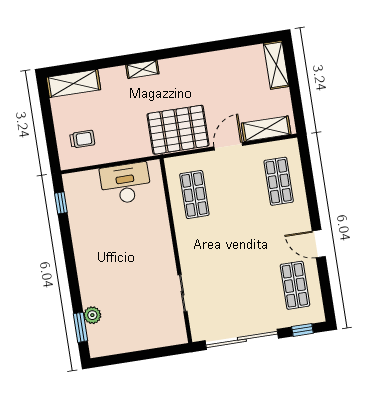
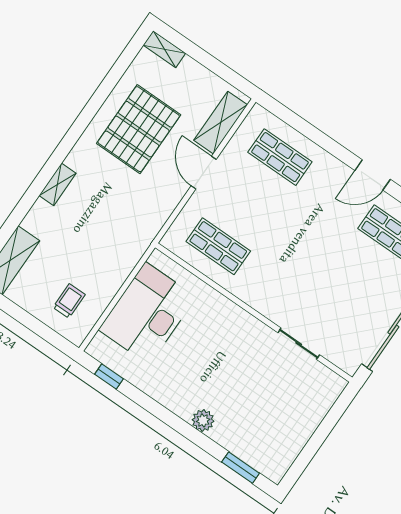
shelving: (276, 65) -> (164, 49), width x0.67, depth x0.75
pallet: (178, 130) -> (139, 129), moved
desk: (126, 184) -> (147, 313), width x1.36, depth x1.30
plant: (92, 315) -> (203, 420), moved

